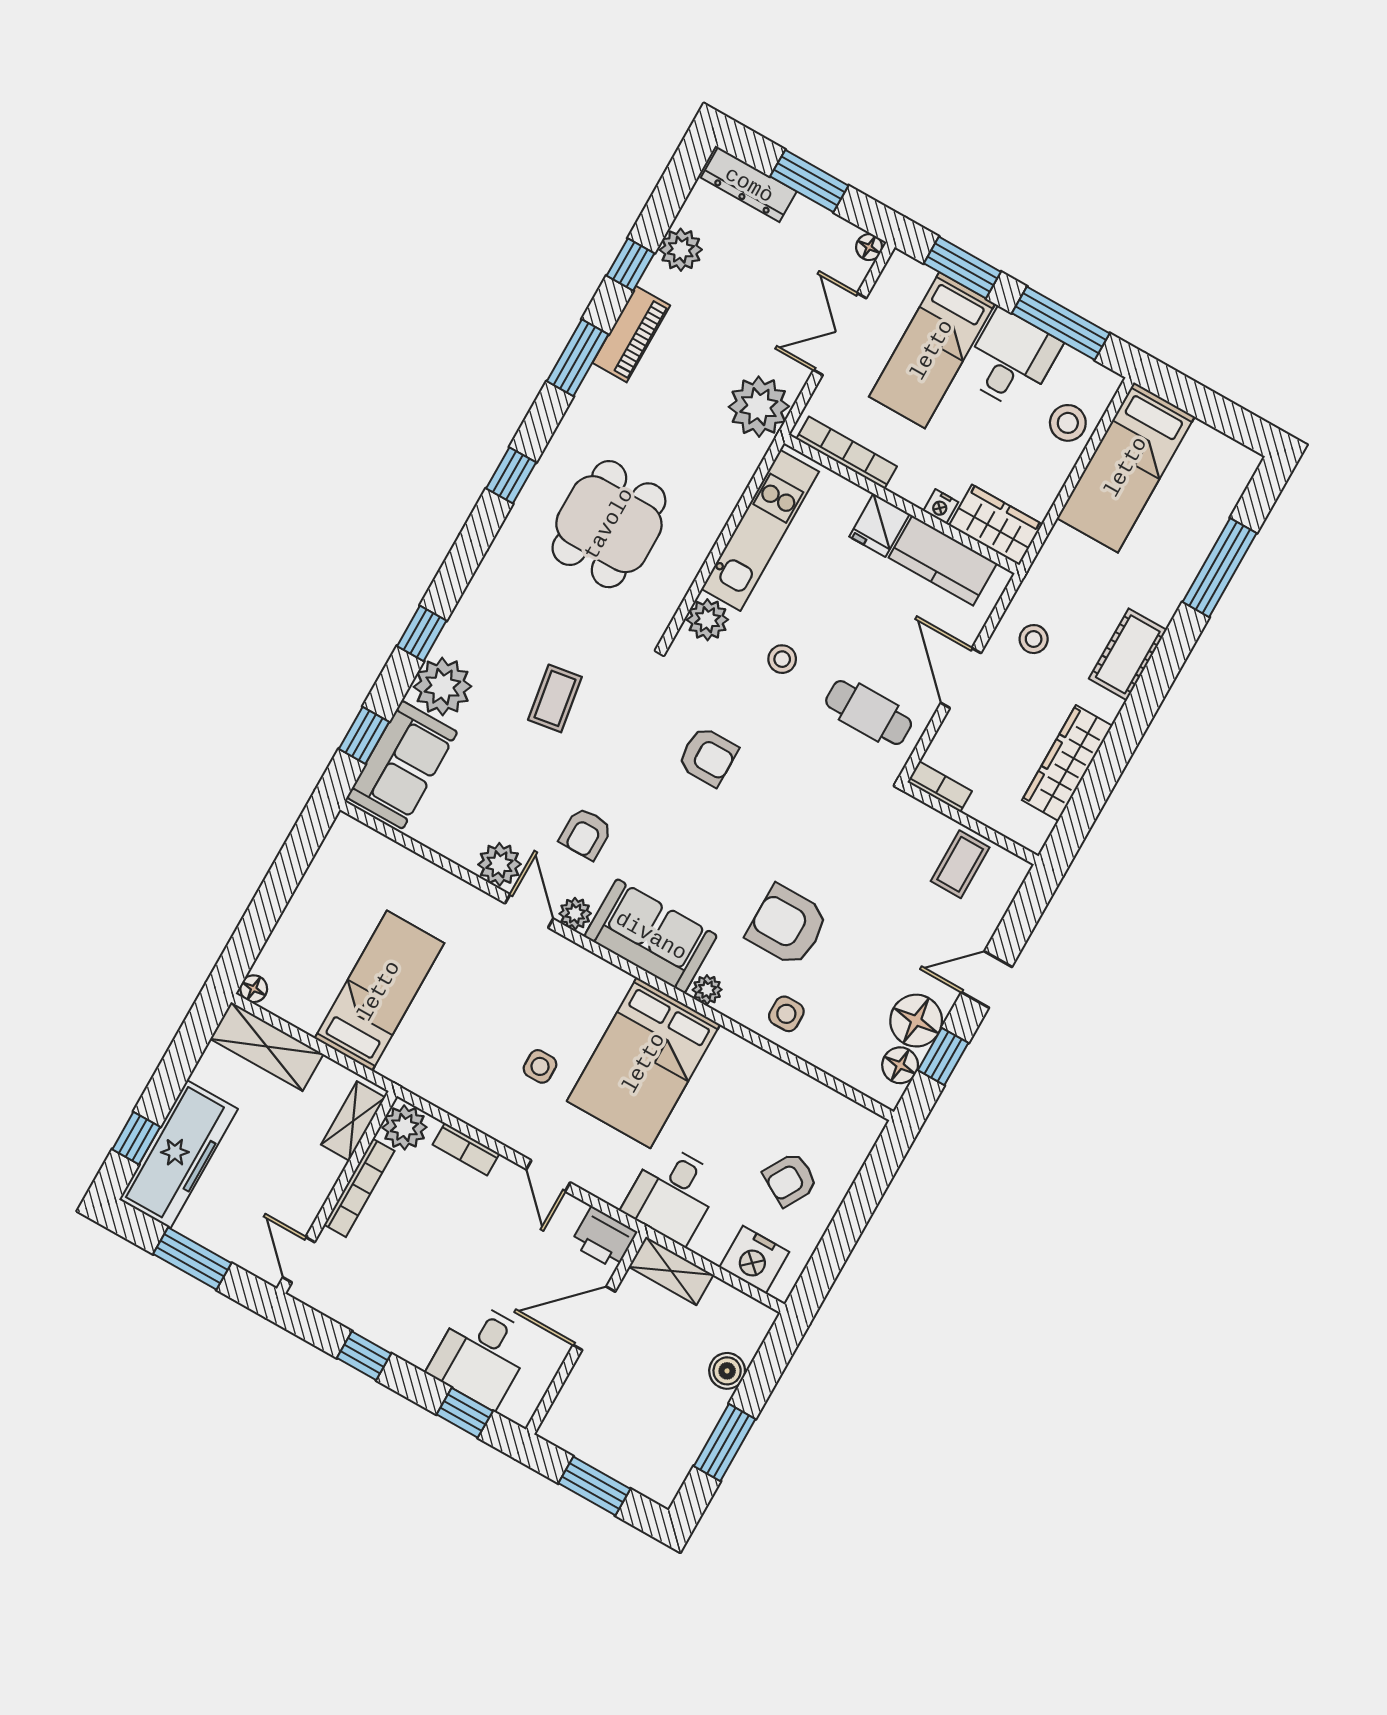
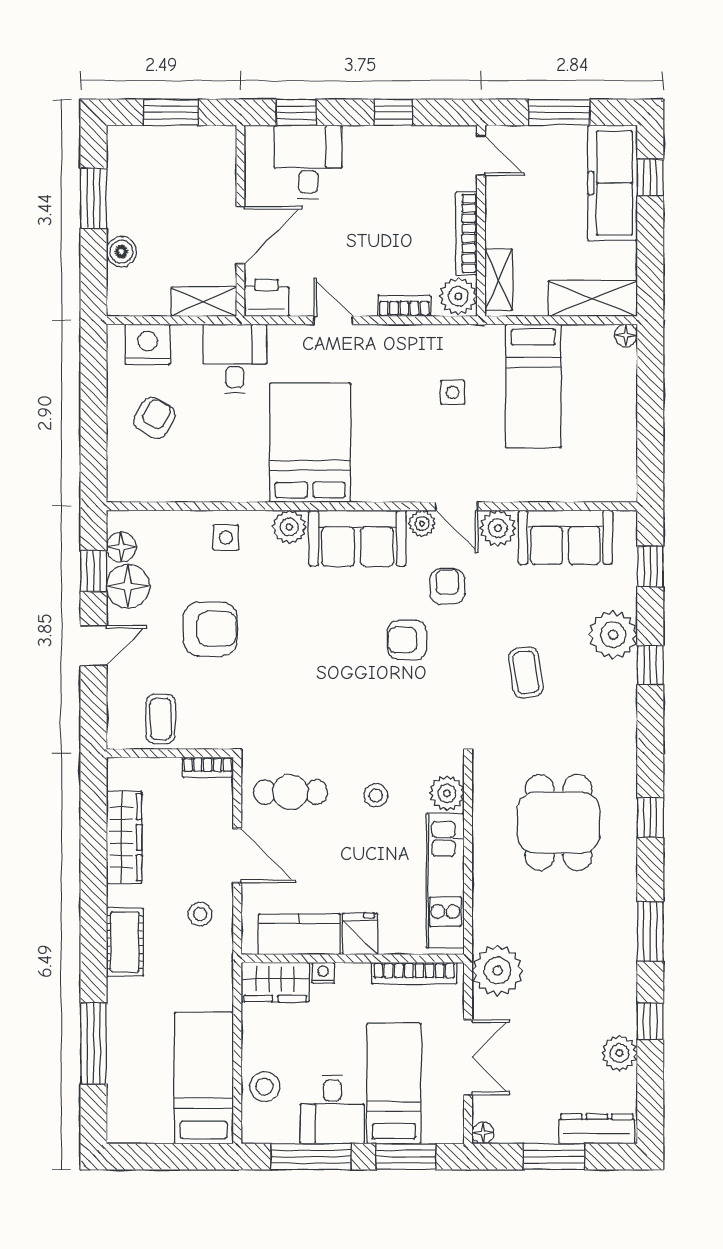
piano: (631, 334) -> (621, 971), removed
armchair: (708, 757) -> (407, 640), moved
sofa: (402, 765) -> (565, 537), moved, turned -90
armchair: (787, 926) -> (210, 629), moved
plant: (707, 990) -> (289, 527), width x1.38, depth x1.38
side table: (540, 1066) -> (453, 393), moved

